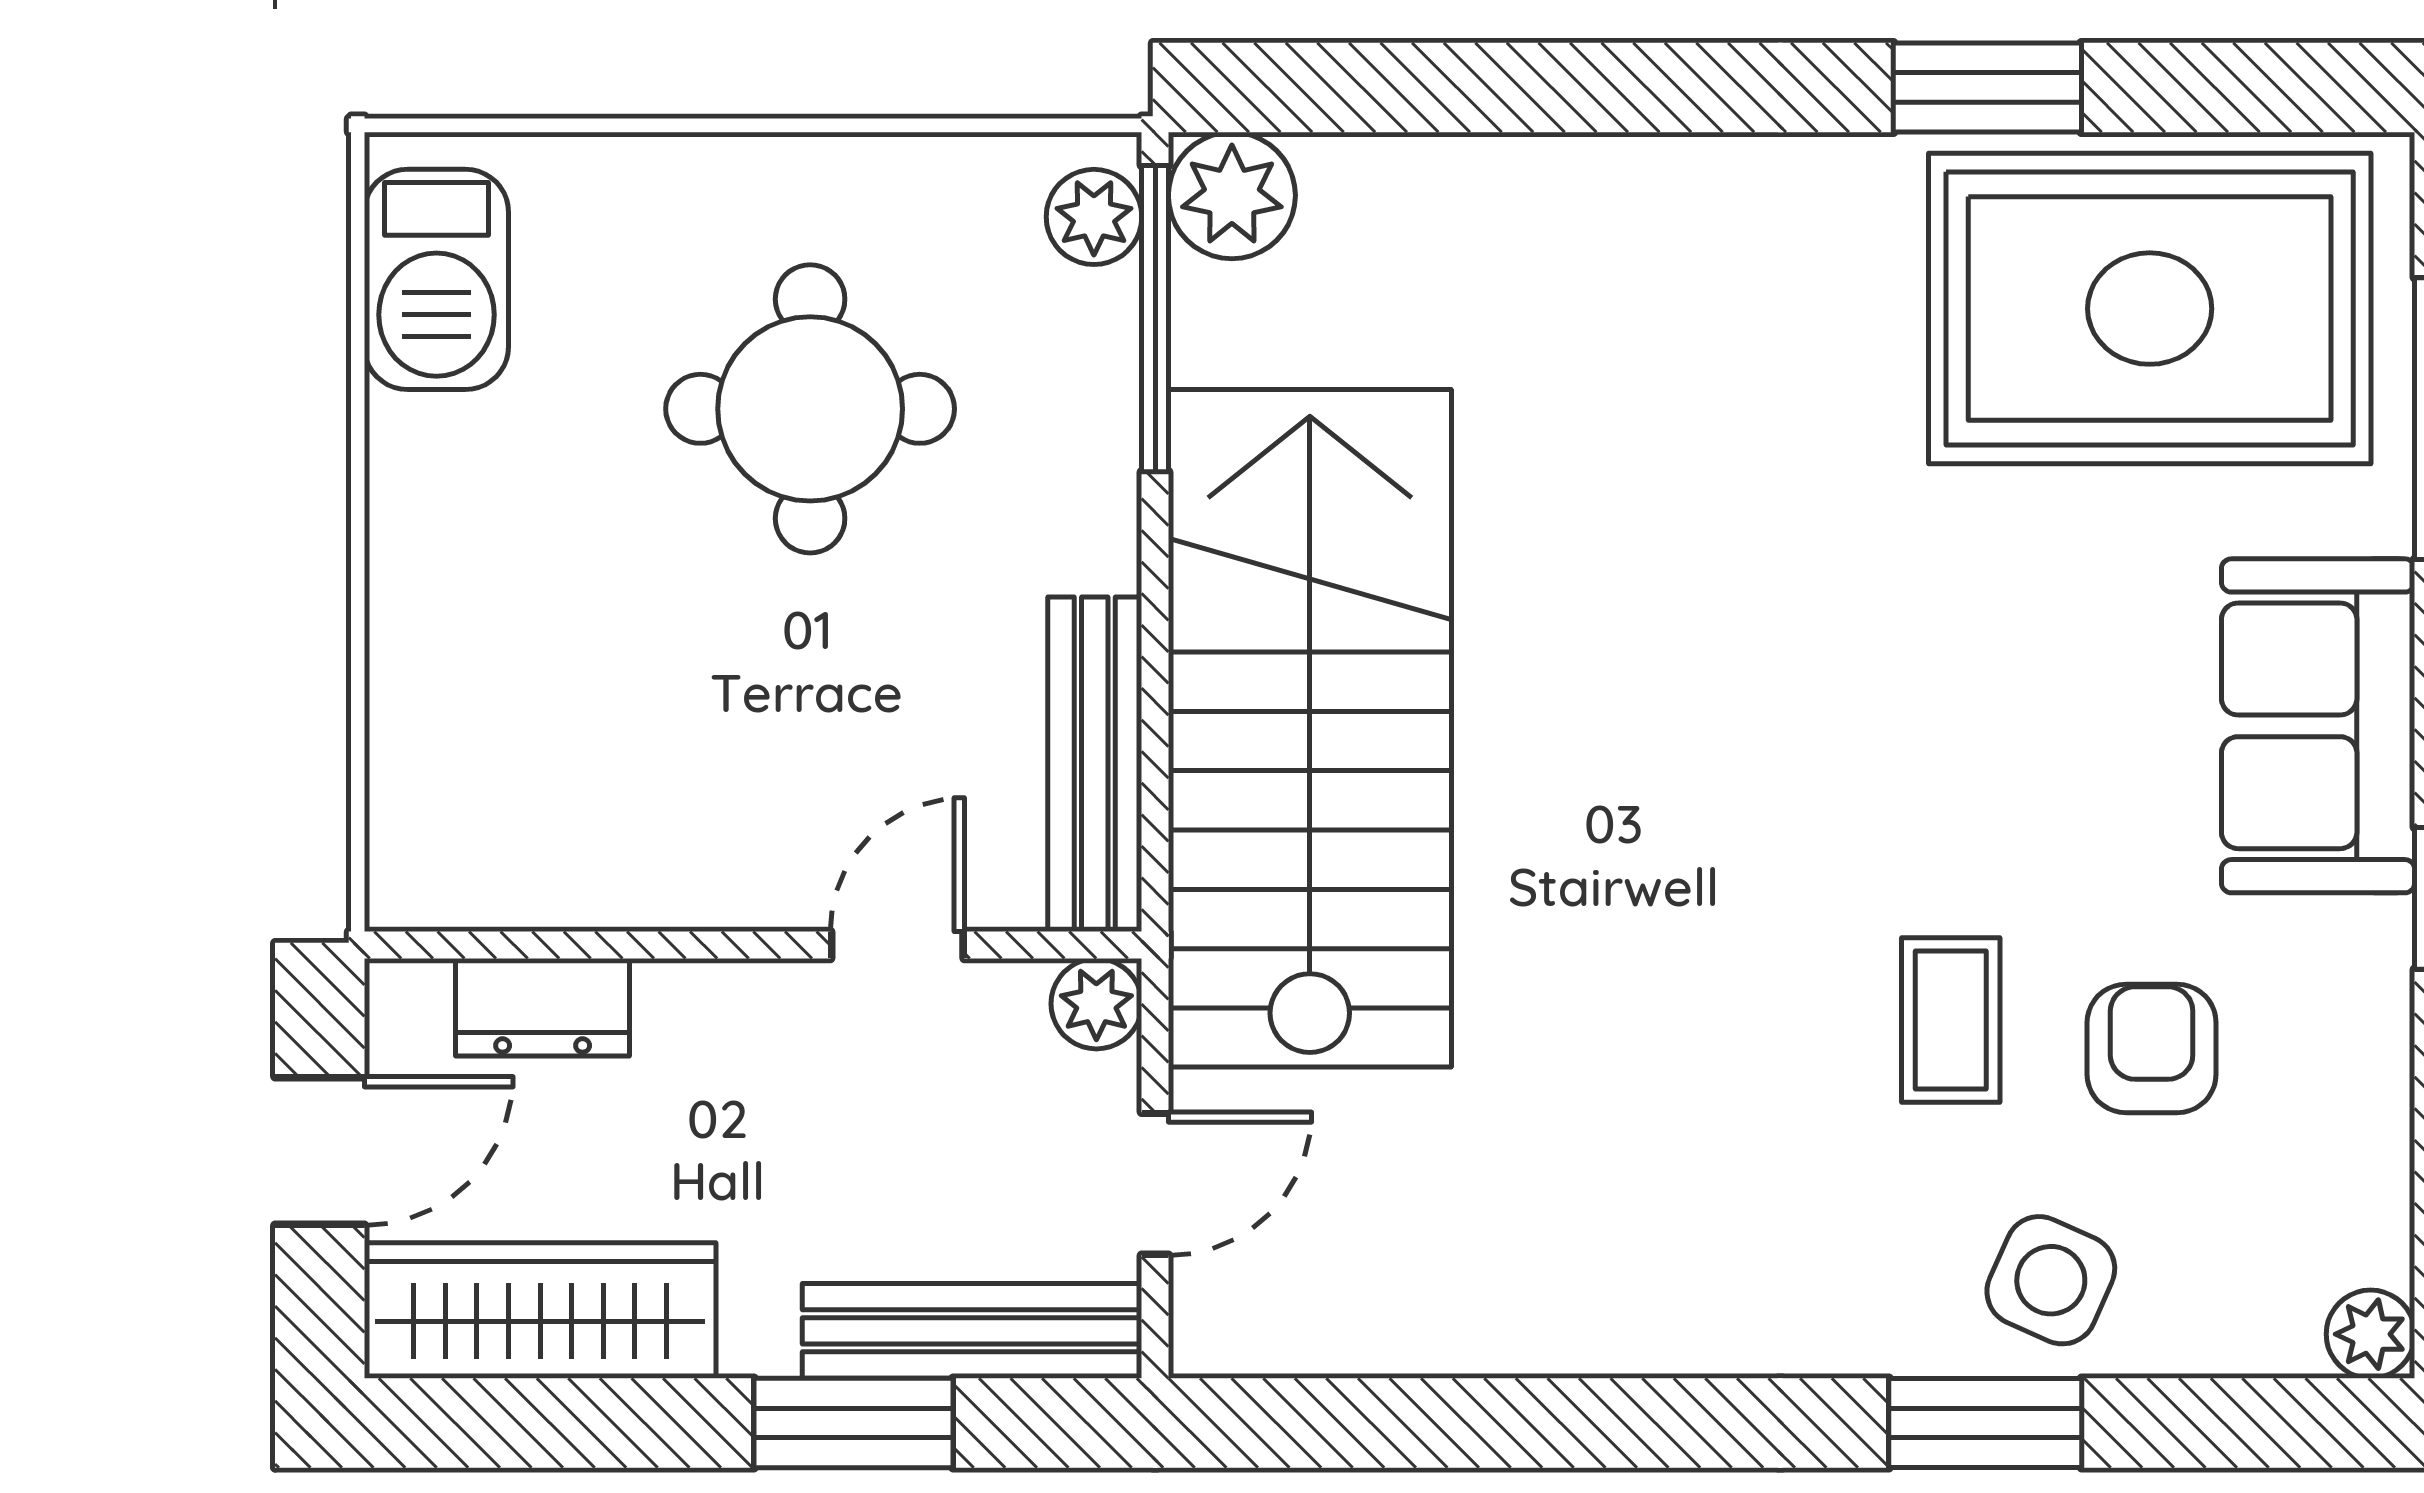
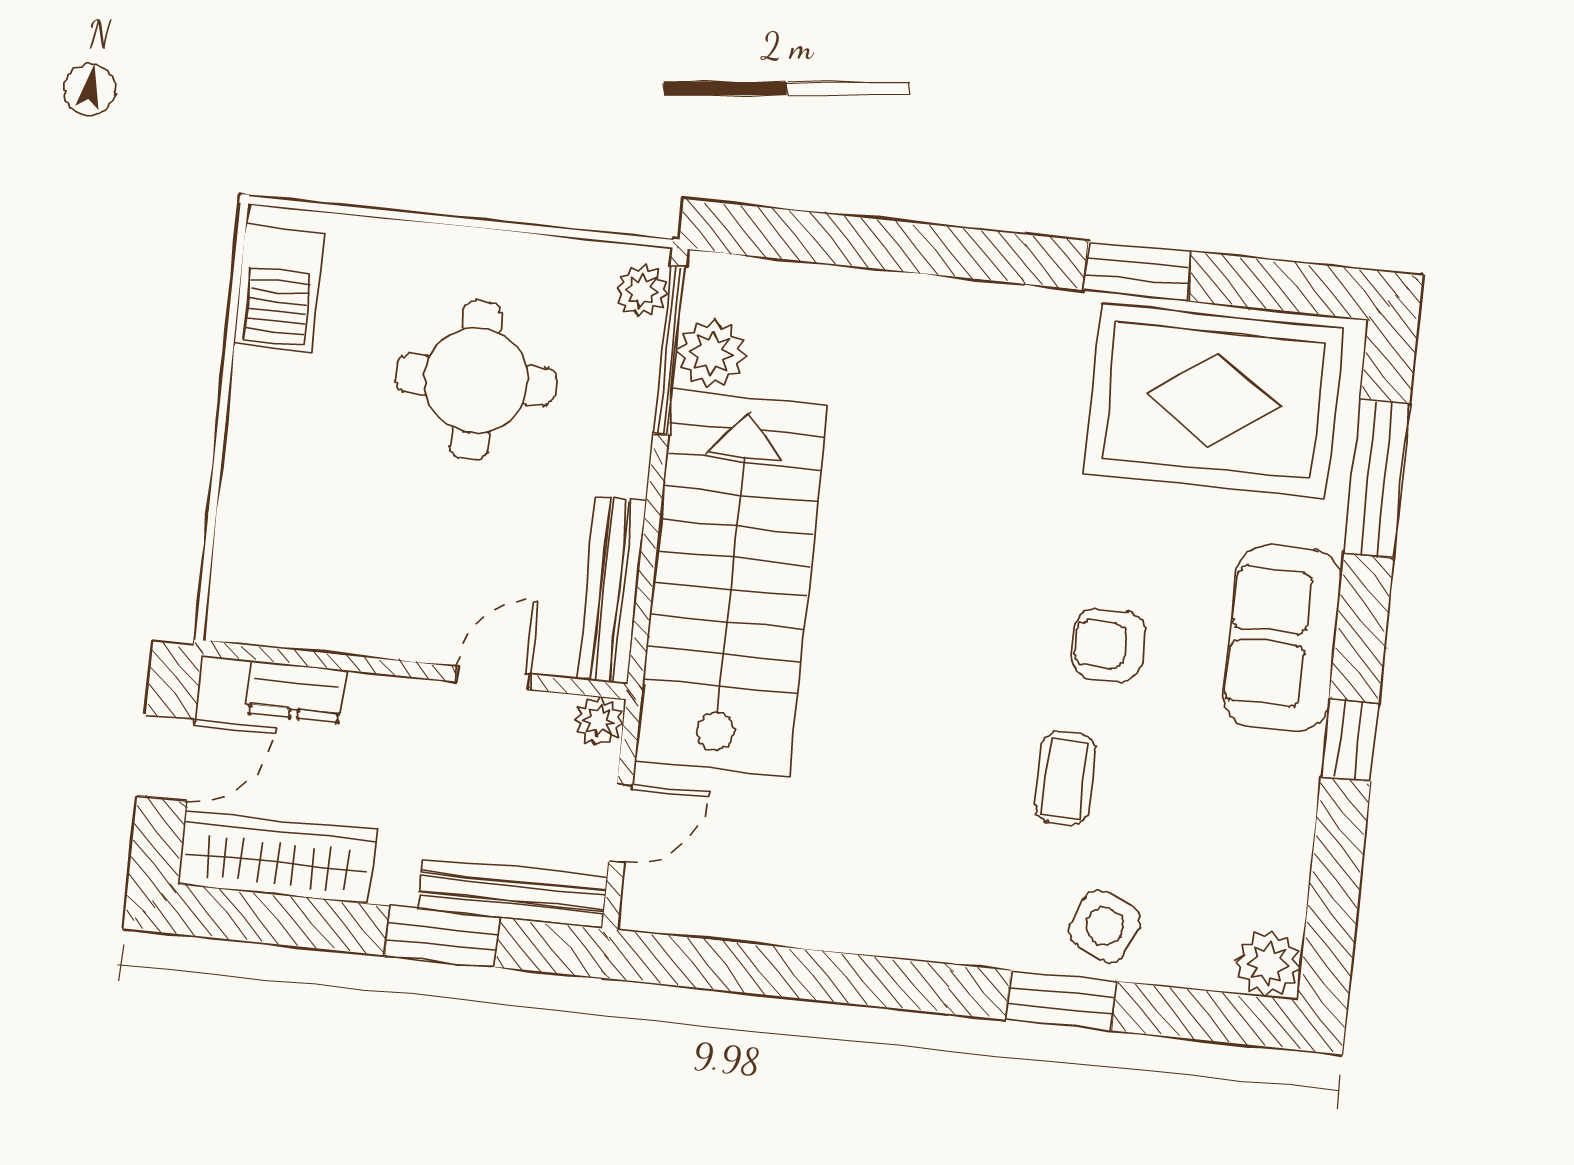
plant: (1232, 195) -> (712, 353), moved
armchair: (2152, 1048) -> (1109, 645), moved, turned -90
plant: (2371, 1334) -> (1268, 964), width x1.38, depth x1.38

